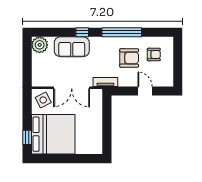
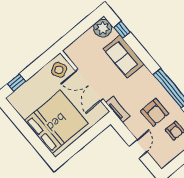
window: (82, 32) -> (122, 30), moved
bed: (53, 134) -> (56, 122), moved, turned -90

